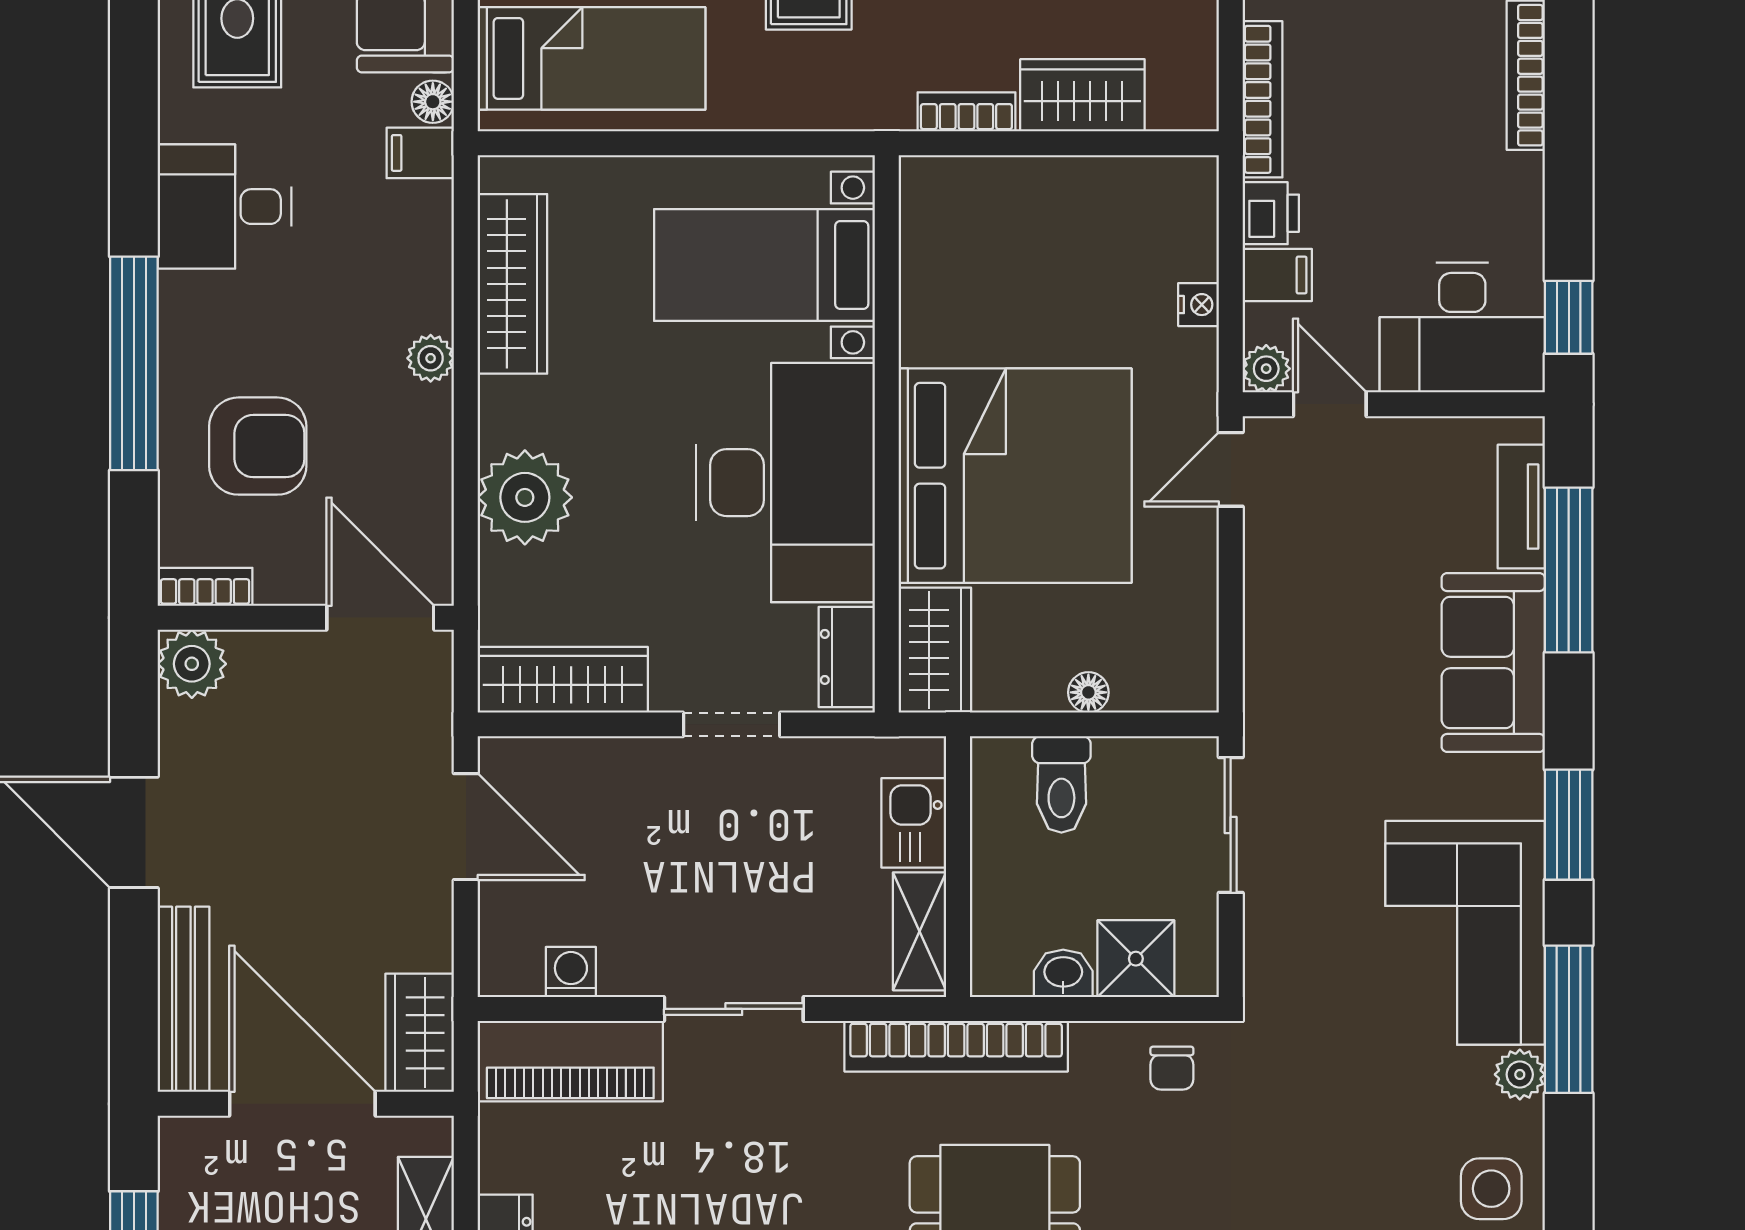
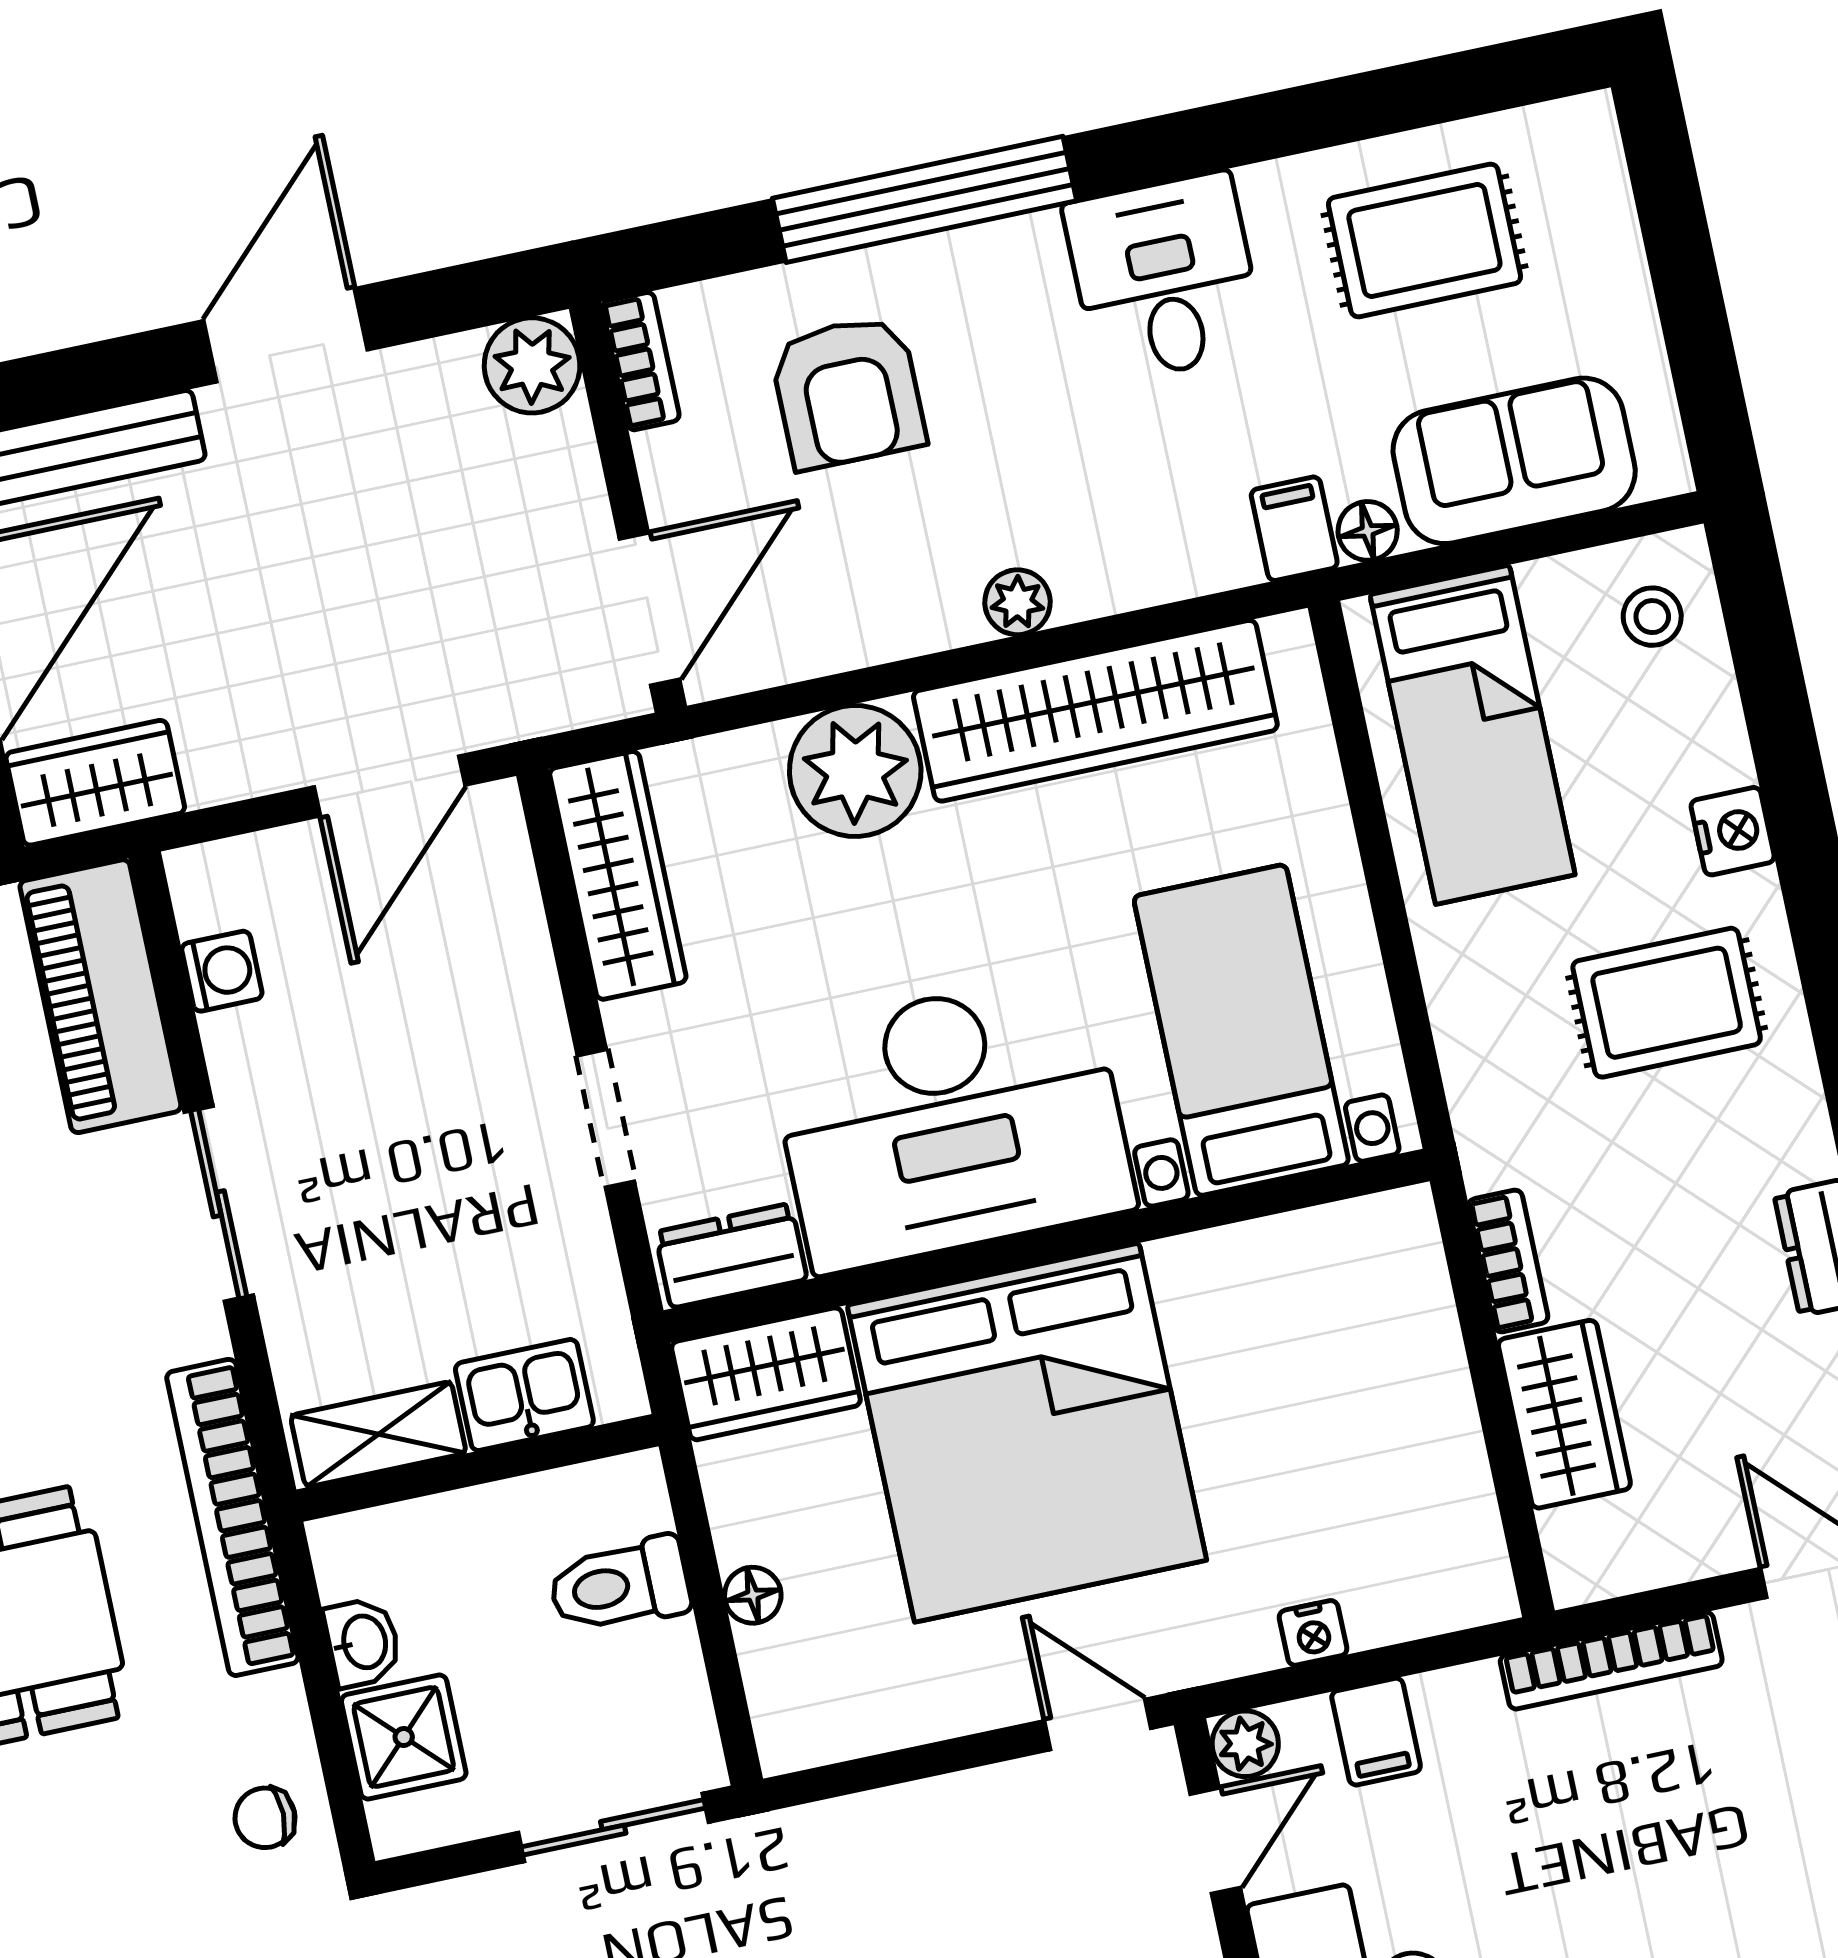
printer: (1271, 213) -> (1458, 1705), removed
wardrobe: (512, 284) -> (1095, 711), width x1.40, depth x1.17

